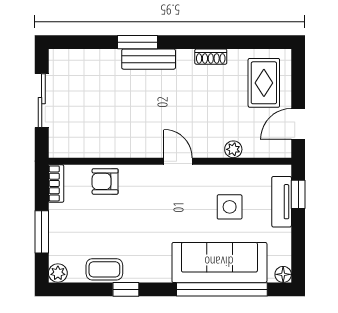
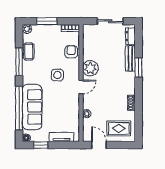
dresser: (73, 59) -> (130, 36), added
bench: (149, 59) -> (130, 58), moved
plant: (139, 142) -> (90, 68), added
window: (298, 194) -> (41, 145), moved
side table: (230, 207) -> (57, 75), moved
window: (126, 289) -> (19, 62), width x2.17

